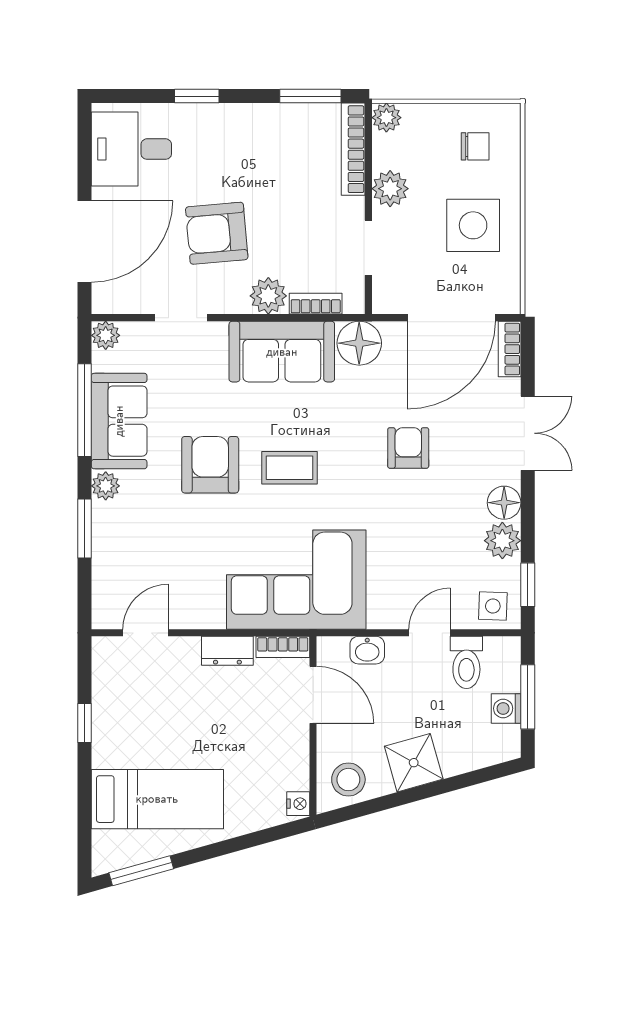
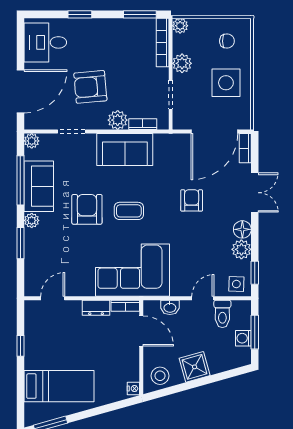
floor lamp: (359, 343) -> (166, 145), removed

